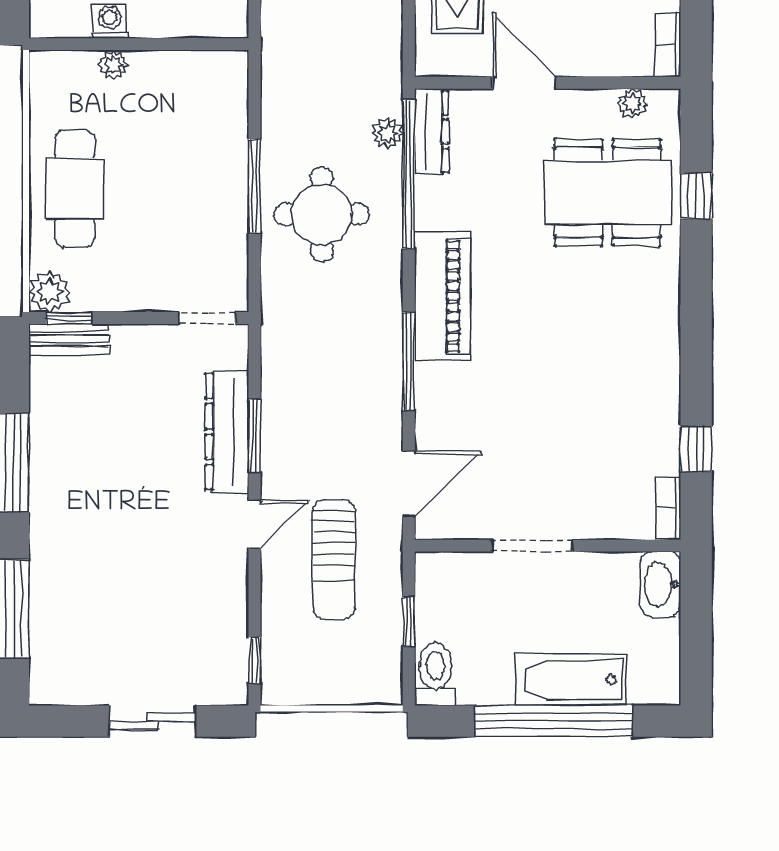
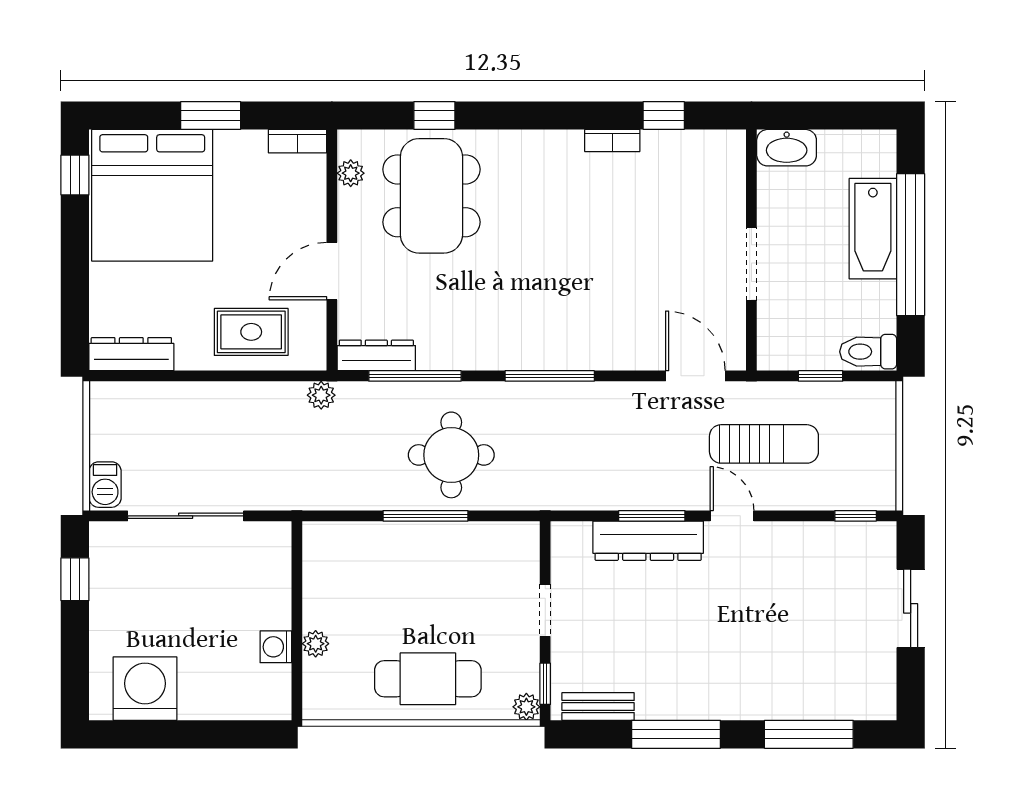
plant: (388, 133) -> (321, 395), moved
window: (409, 174) -> (415, 376), width x0.68
plant: (49, 292) -> (526, 707), width x0.73, depth x0.73
piano: (442, 296) -> (525, 345), removed
doorway: (207, 318) -> (545, 610), moved
bench: (69, 339) -> (598, 707), moved, turned 90
window: (409, 361) -> (550, 376), moved
bookcase: (669, 508) -> (612, 141), moved

